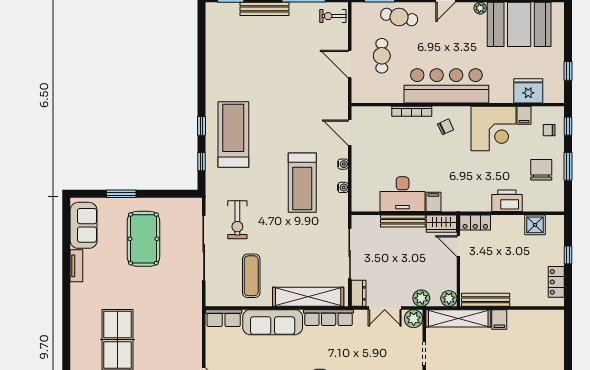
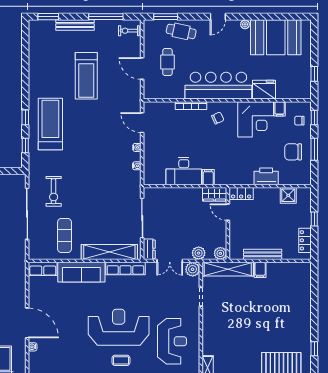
fridge: (528, 91) -> (264, 90), moved
chair: (541, 170) -> (293, 152), turned -90
treadmill: (302, 183) -> (86, 76), moved
bench: (403, 221) -> (184, 192), removed
bench: (486, 300) -> (263, 254), moved

